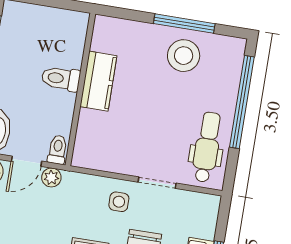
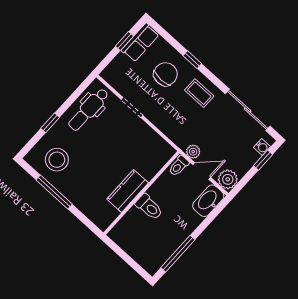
stool: (184, 56) -> (57, 160), moved
window: (242, 102) -> (50, 123), width x0.32
side table: (119, 202) -> (162, 111), removed

